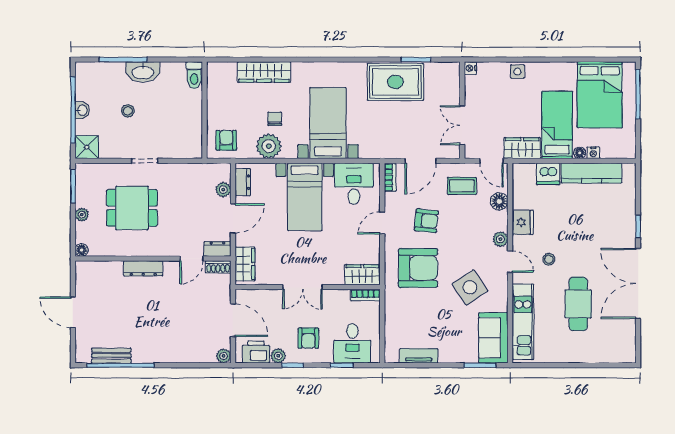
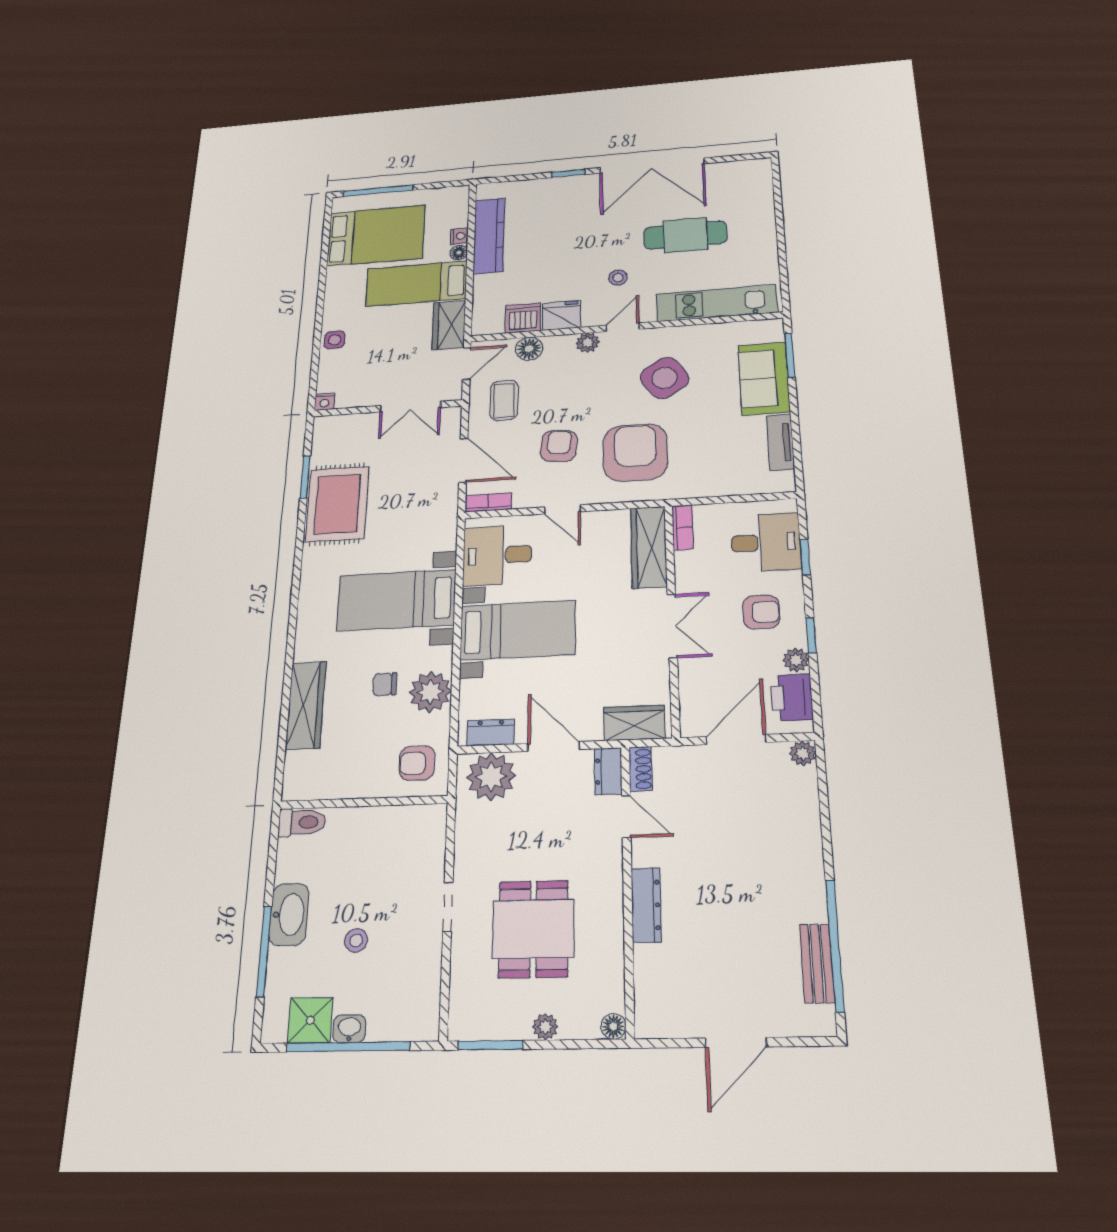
shower: (87, 147) -> (310, 1020), moved
dishwasher: (548, 174) -> (523, 318), moved, turned -90
plant: (223, 190) -> (491, 777), width x1.88, depth x1.88
wardrobe: (362, 275) -> (649, 547), width x1.50
sofa: (493, 338) -> (764, 378), moved, turned 90

